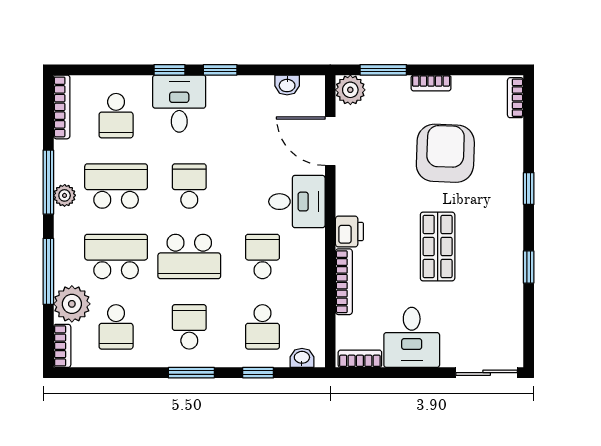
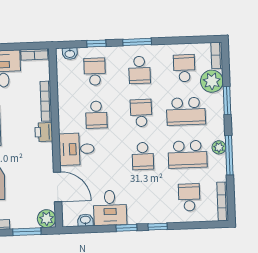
desk: (179, 104) -> (110, 208), moved
school desk: (189, 256) -> (141, 113), width x0.54
window: (48, 271) -> (227, 101), width x0.69

